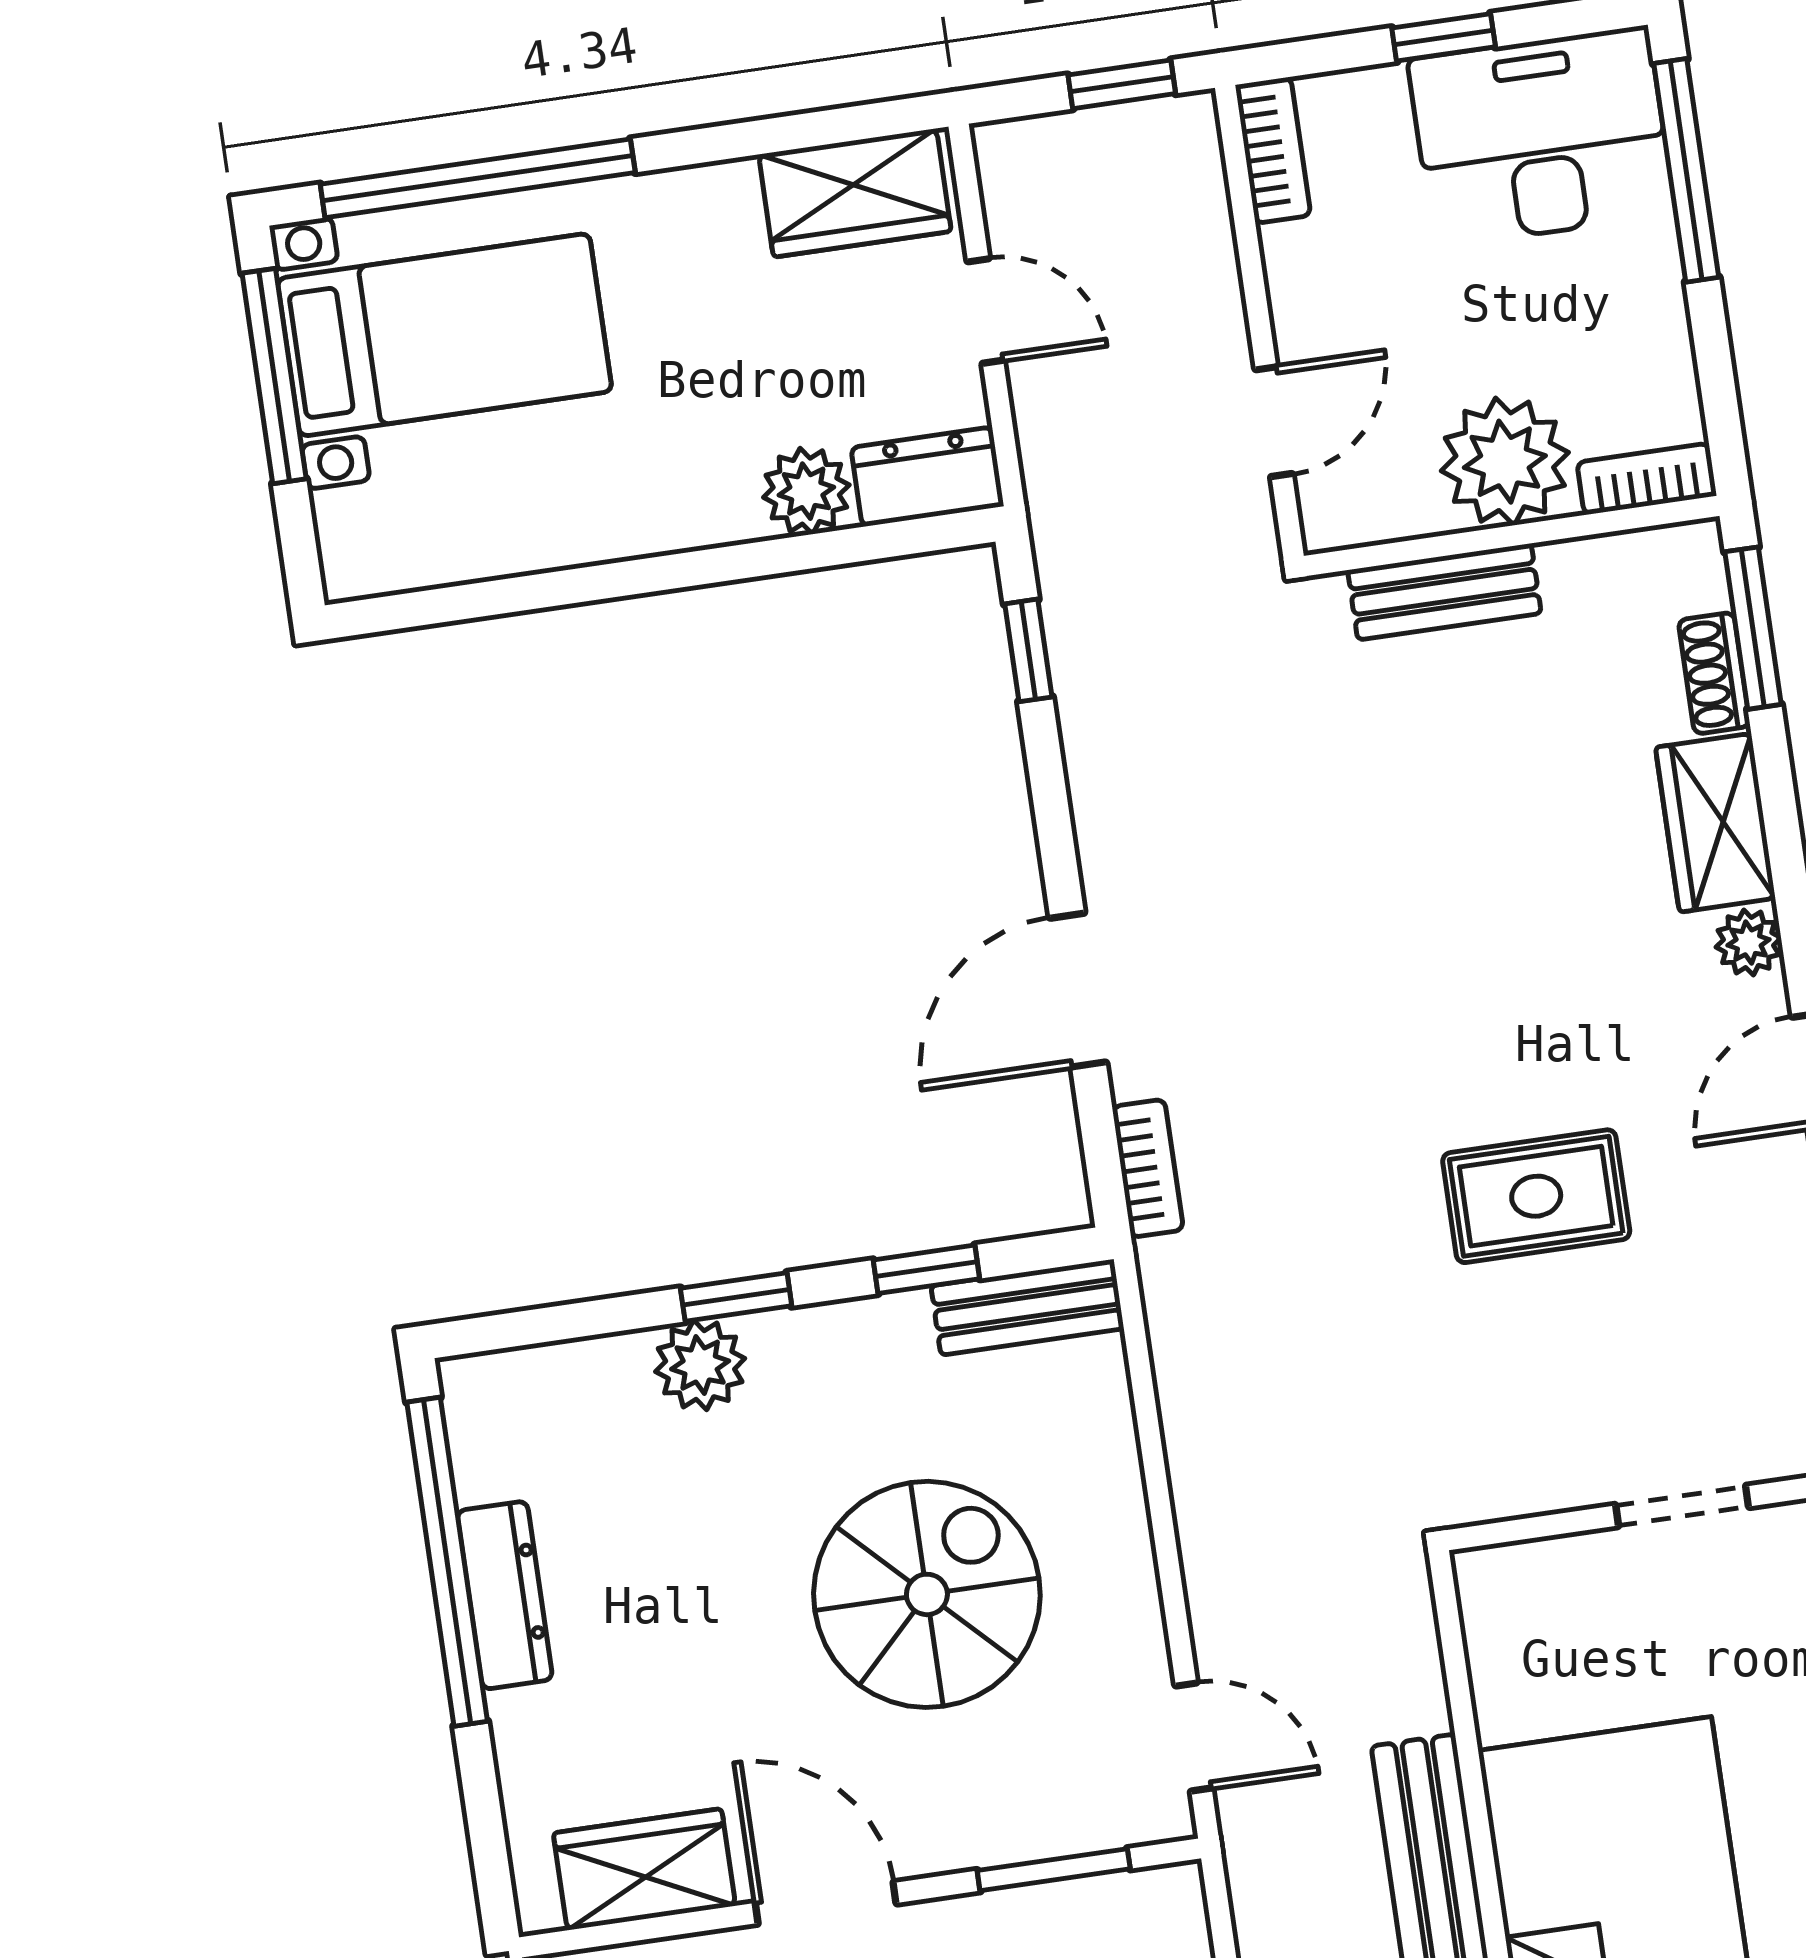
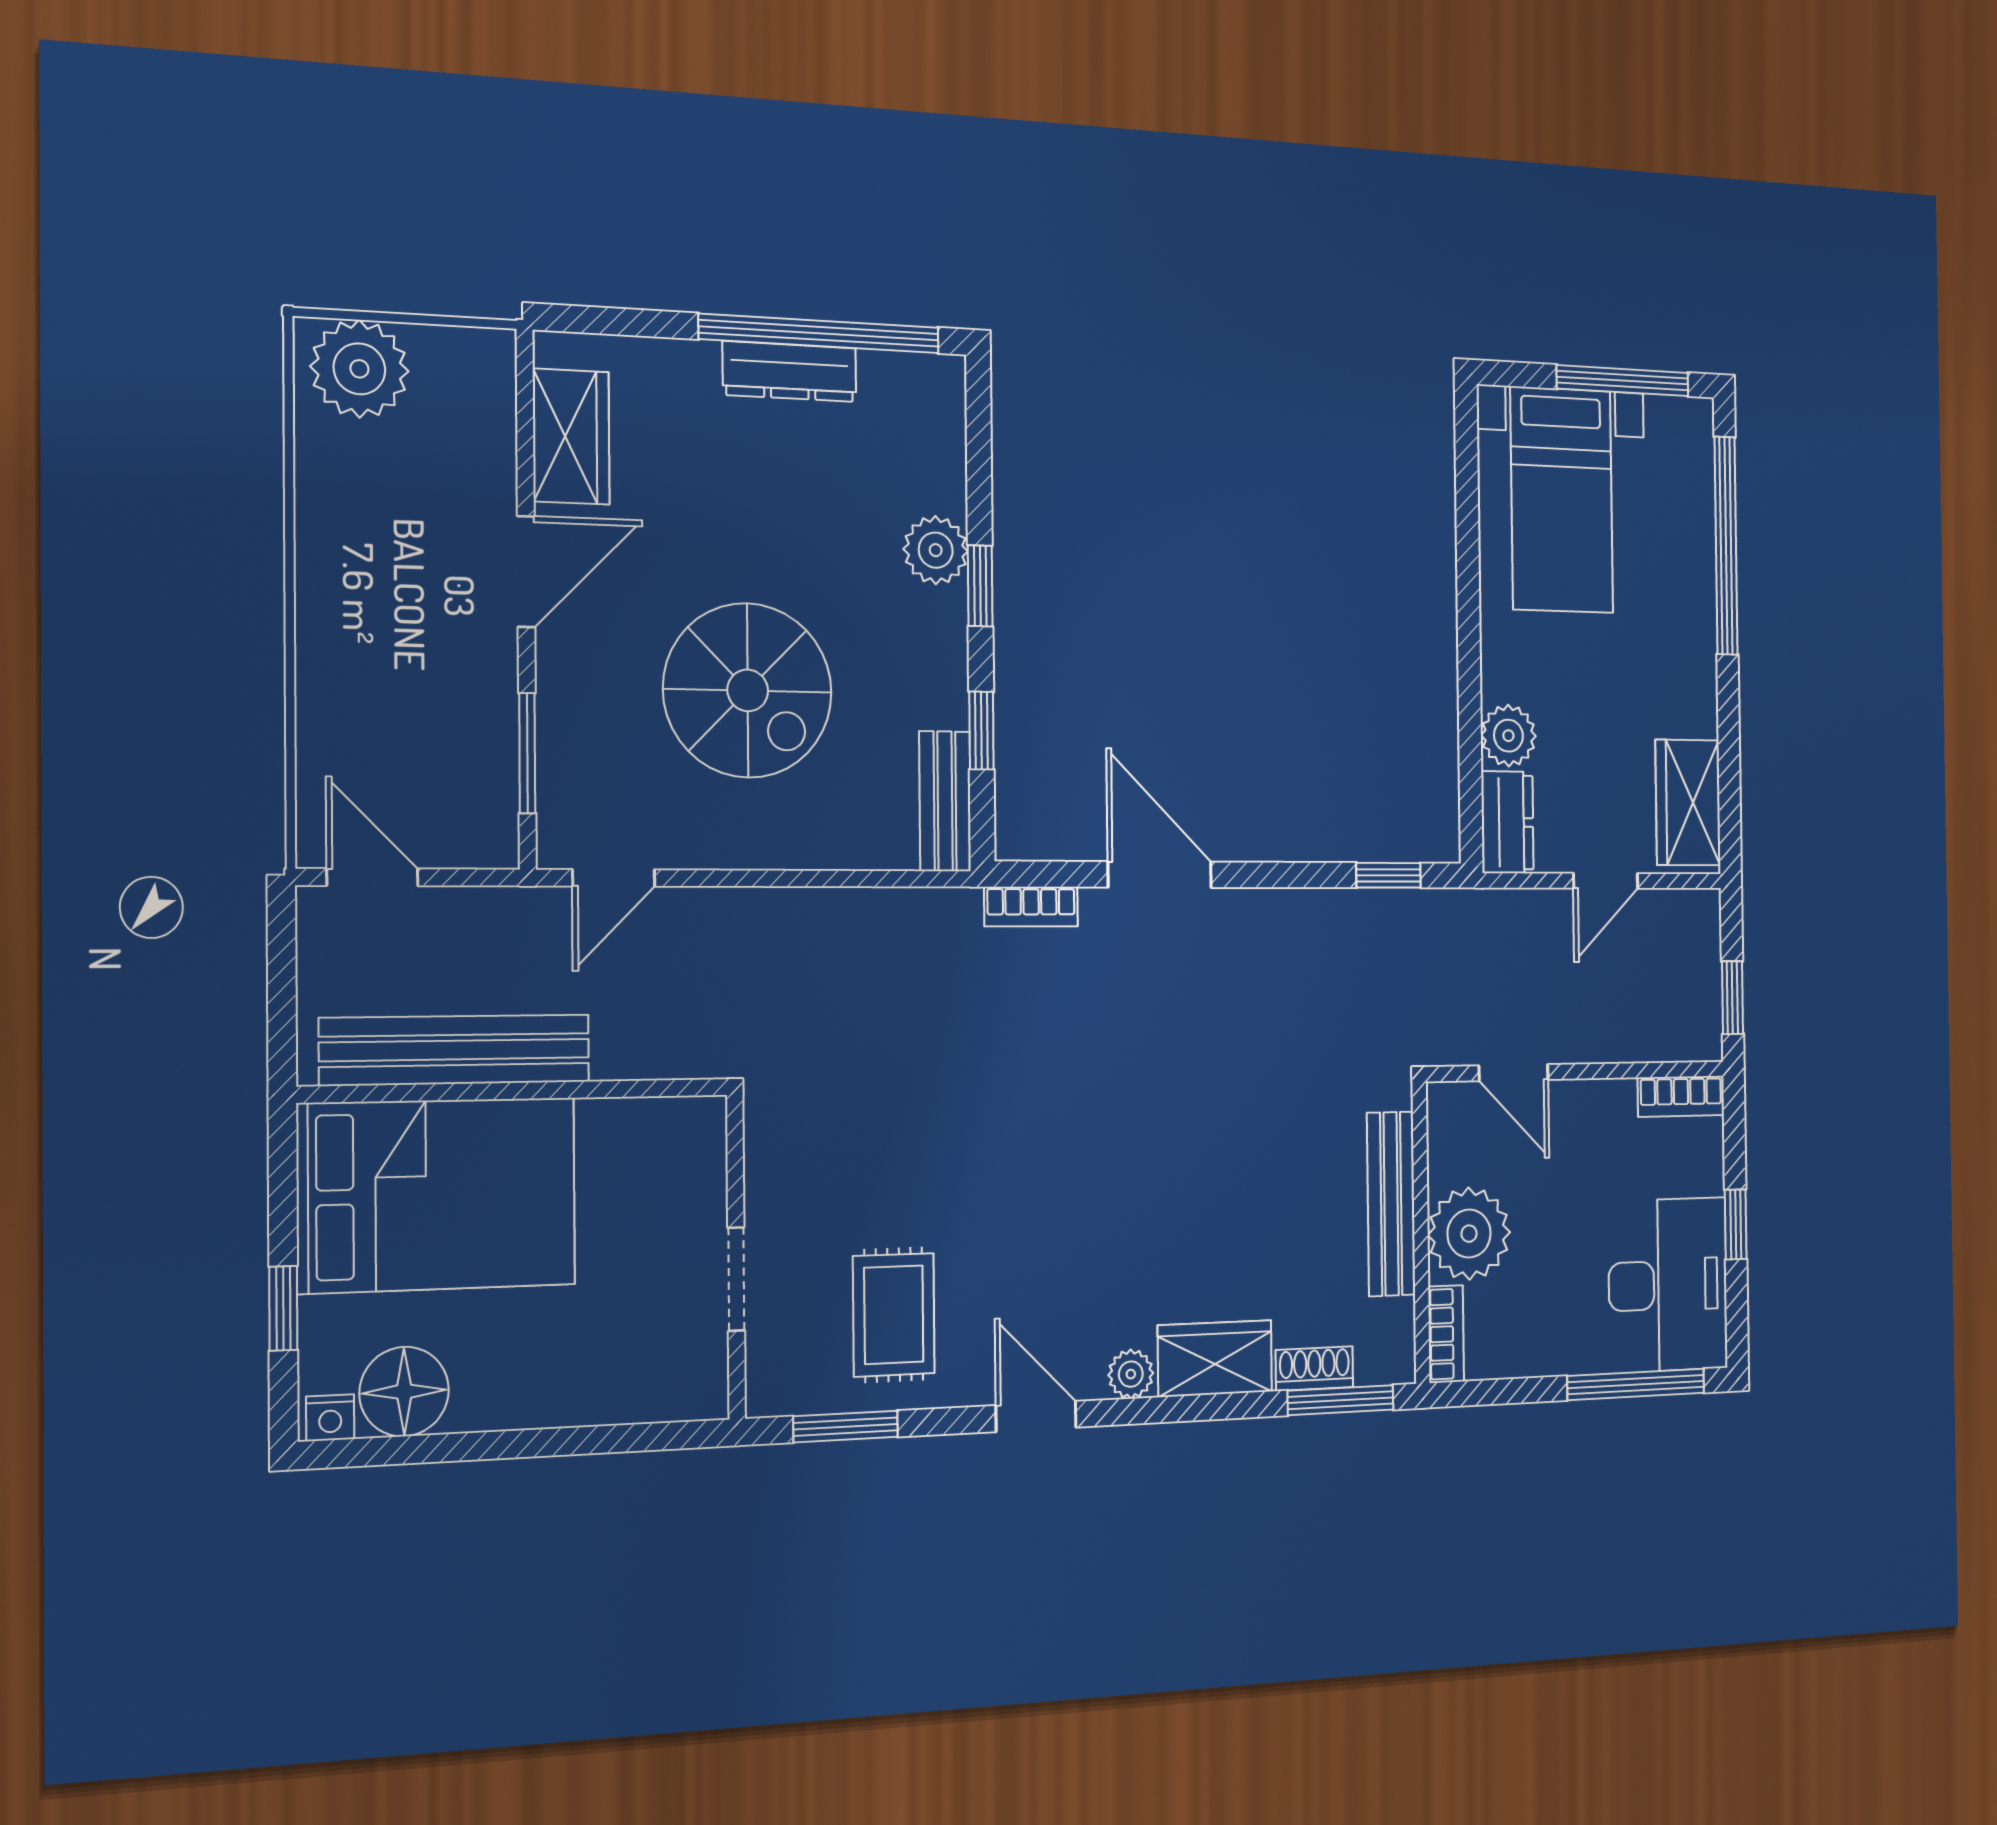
bed with nightstands: (445, 335) -> (1562, 500), moved
bench: (1444, 592) -> (1391, 1204), width x1.36
rug: (1536, 1196) -> (894, 1315), moved

